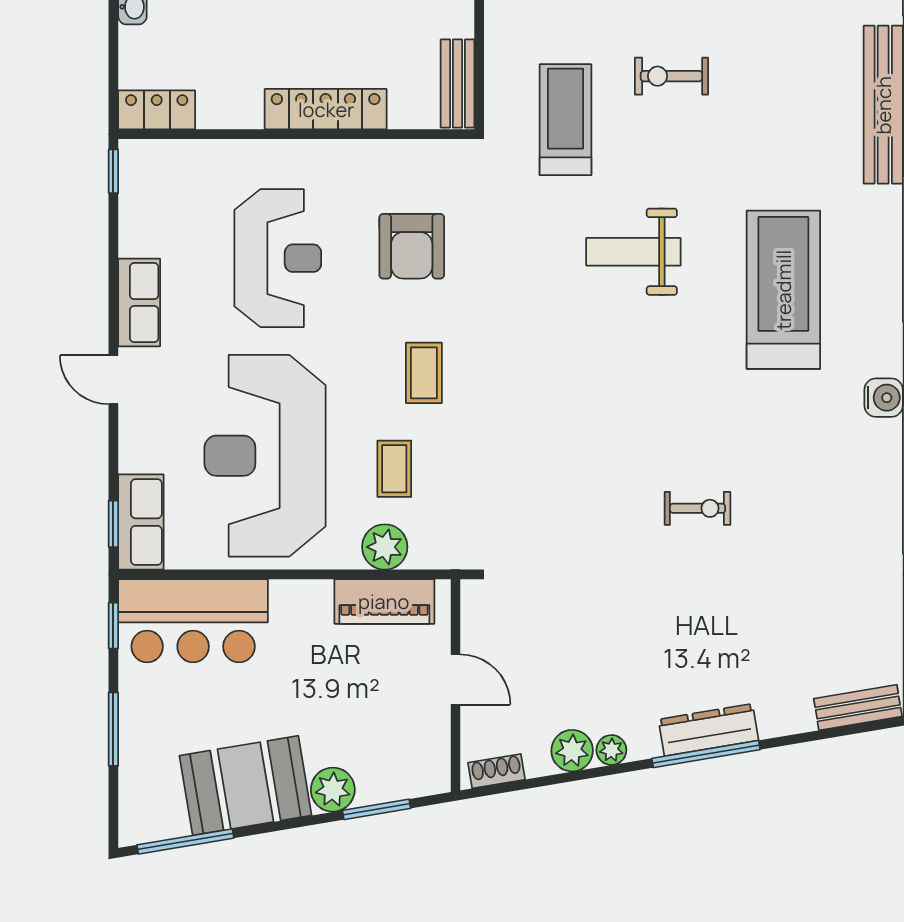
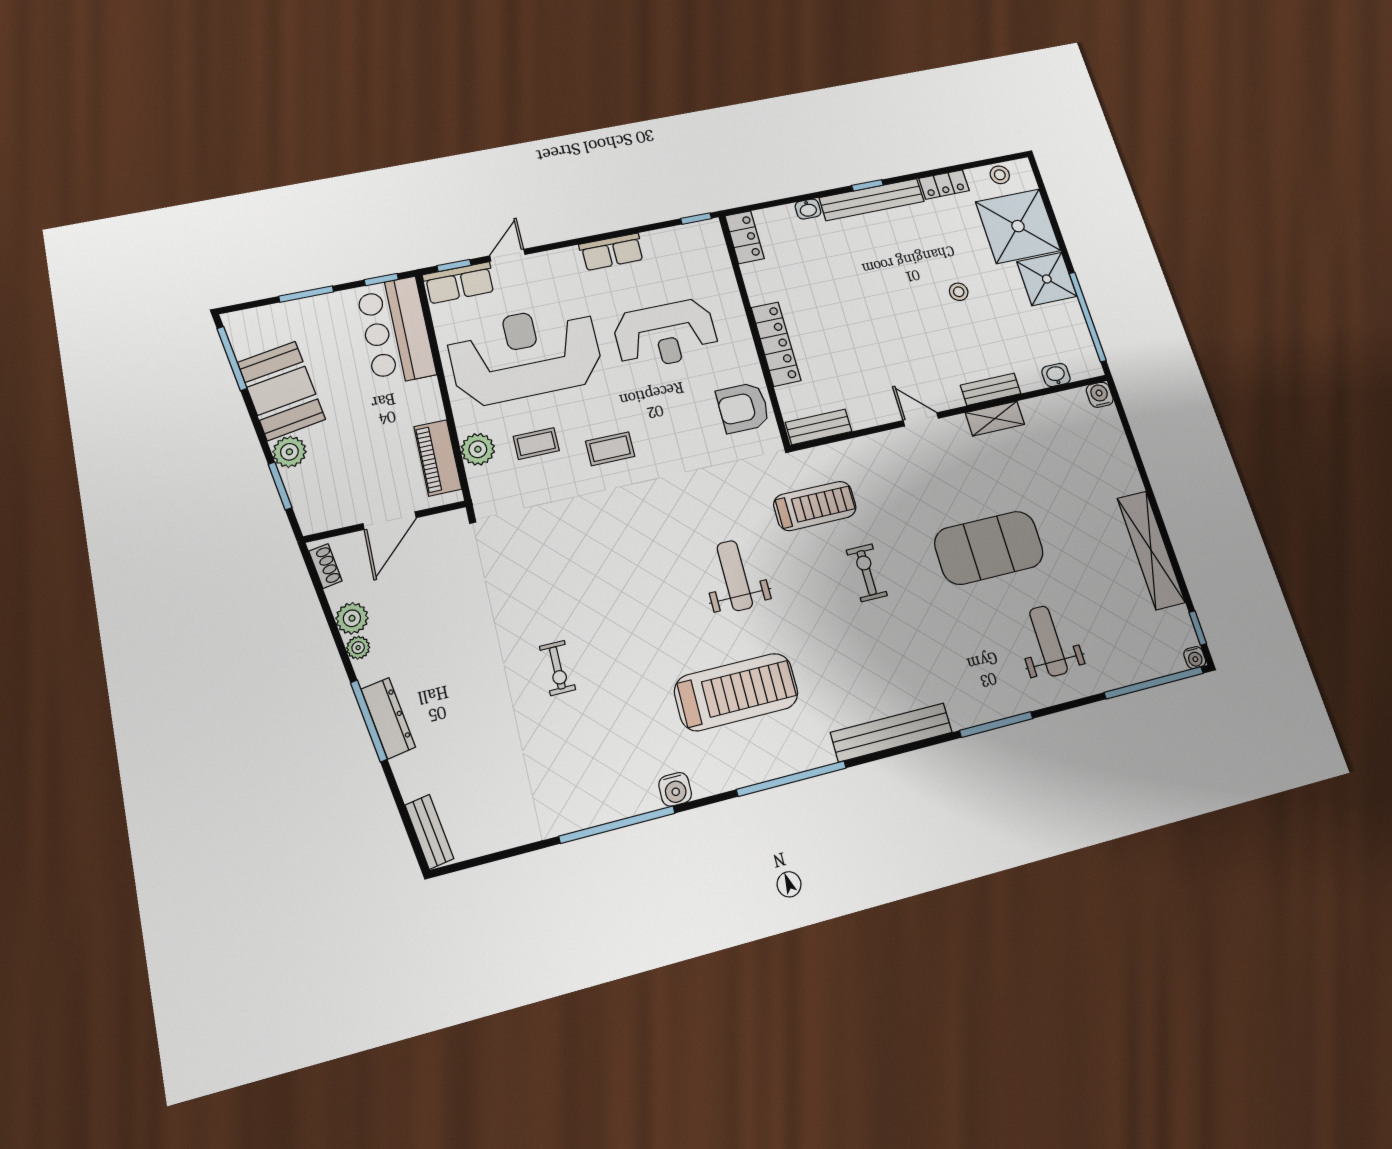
armchair: (412, 246) -> (743, 408), moved
door: (113, 380) -> (507, 255), moved
door: (455, 680) -> (390, 521), width x1.38

